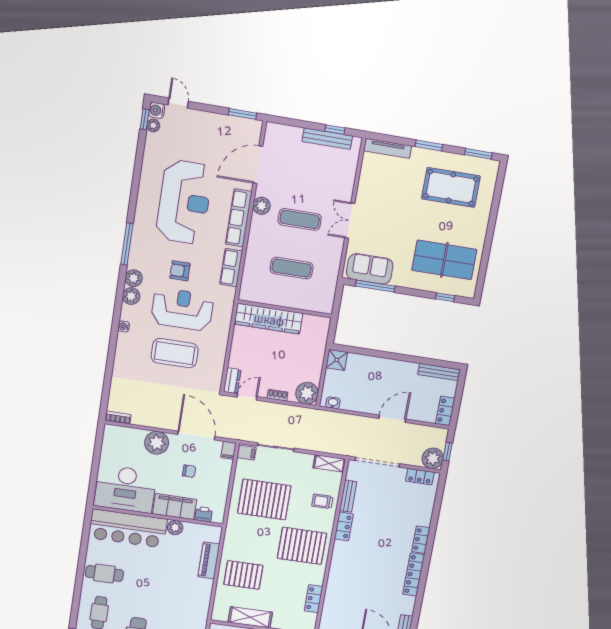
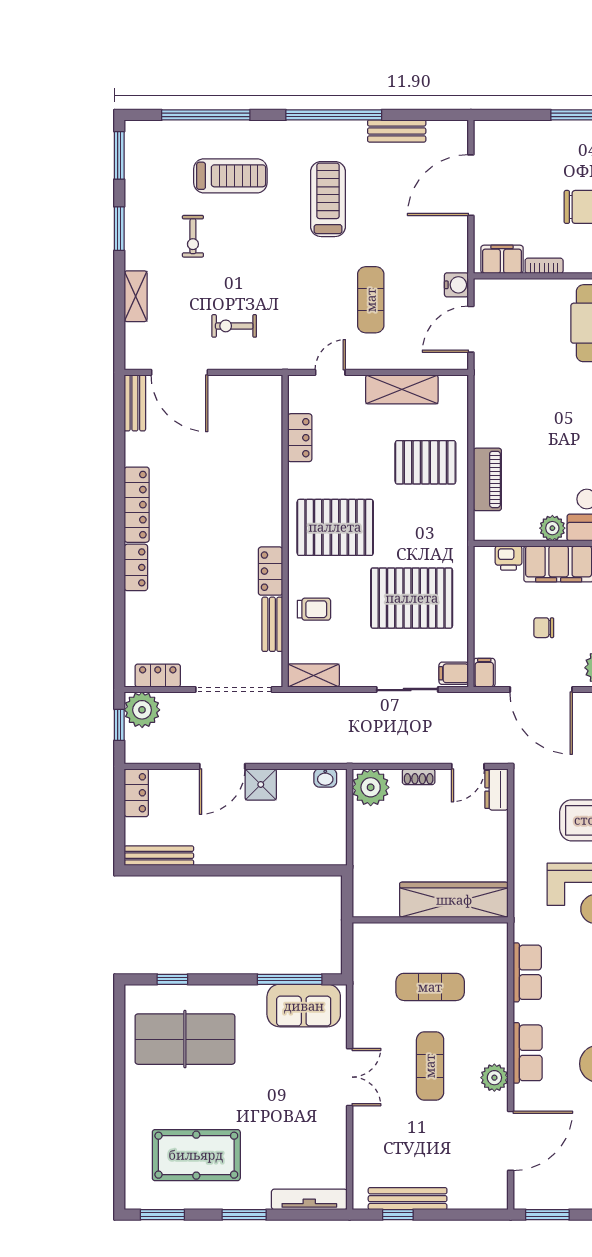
row of seats: (239, 218) -> (528, 1053), width x0.68
exercise mat: (300, 219) -> (430, 1066), turned 90
shower: (337, 360) -> (261, 784), moved

